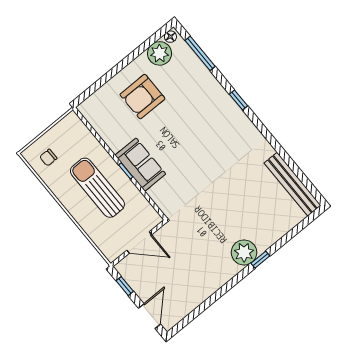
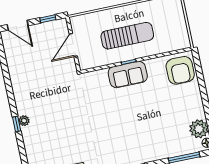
armchair: (142, 97) -> (180, 70), moved, turned 180
chair: (48, 158) -> (167, 12), removed
plant: (244, 252) -> (24, 121), width x0.53, depth x0.53

